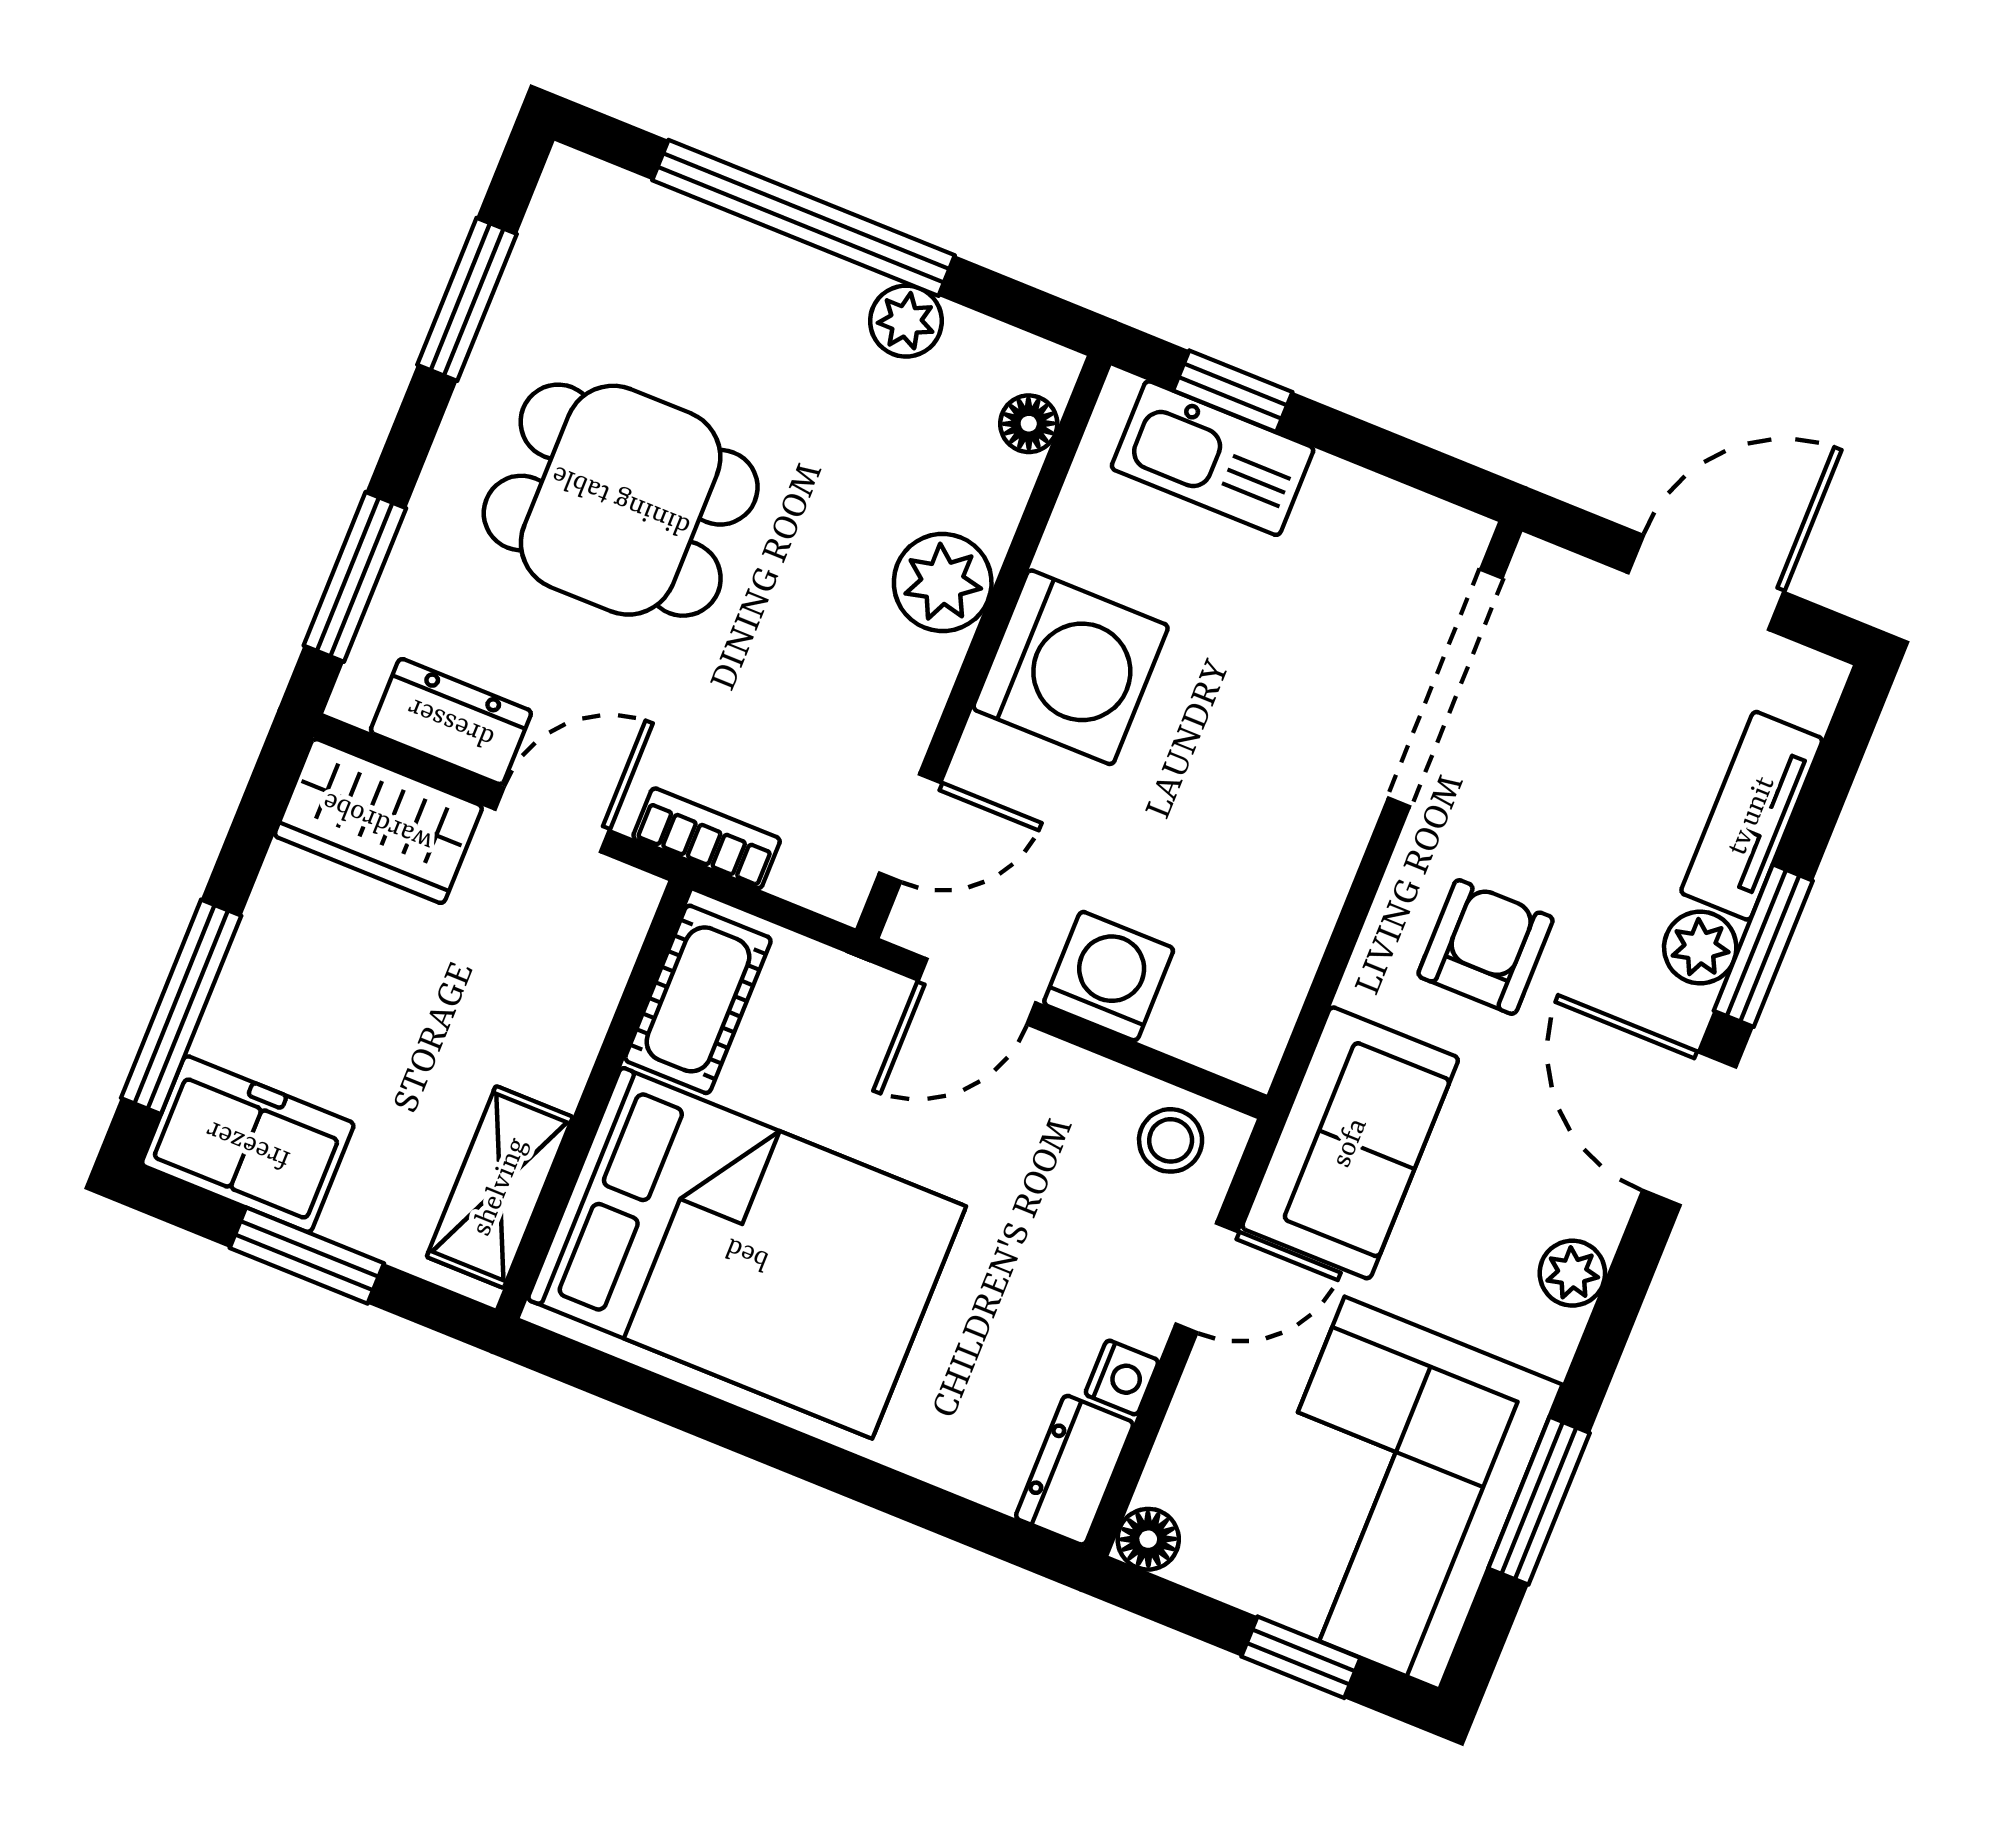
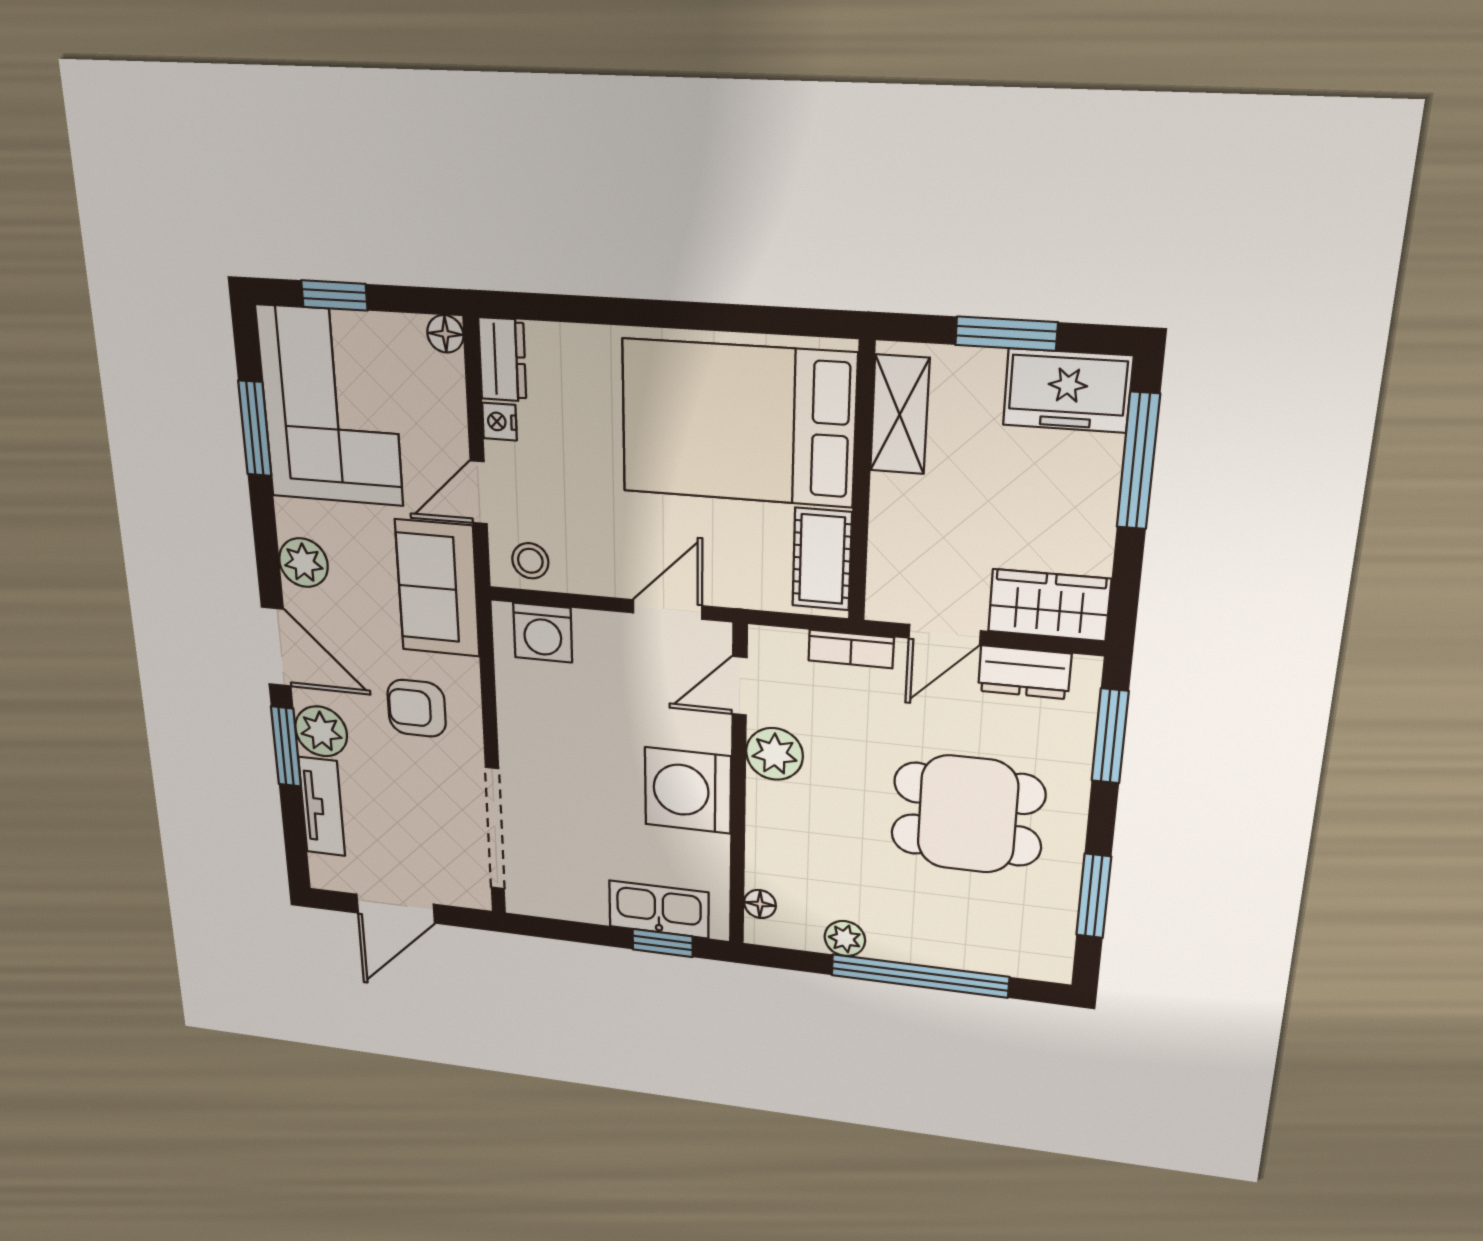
plant: (943, 582) -> (774, 754), moved
armchair: (1486, 947) -> (417, 708), turned 90
plant: (1700, 948) -> (321, 731), width x1.38, depth x1.38
washing machine: (1109, 976) -> (543, 633), moved
plant: (1572, 1273) -> (303, 563), width x1.38, depth x1.38

